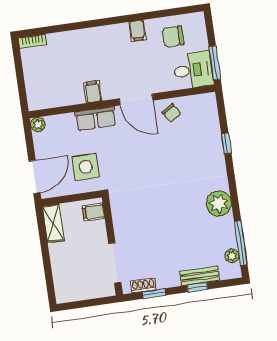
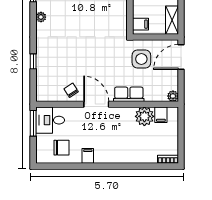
filing cabinet: (93, 92) -> (161, 115), moved
plant: (71, 93) -> (144, 116), added
plant: (219, 204) -> (41, 17), width x0.53, depth x0.53

